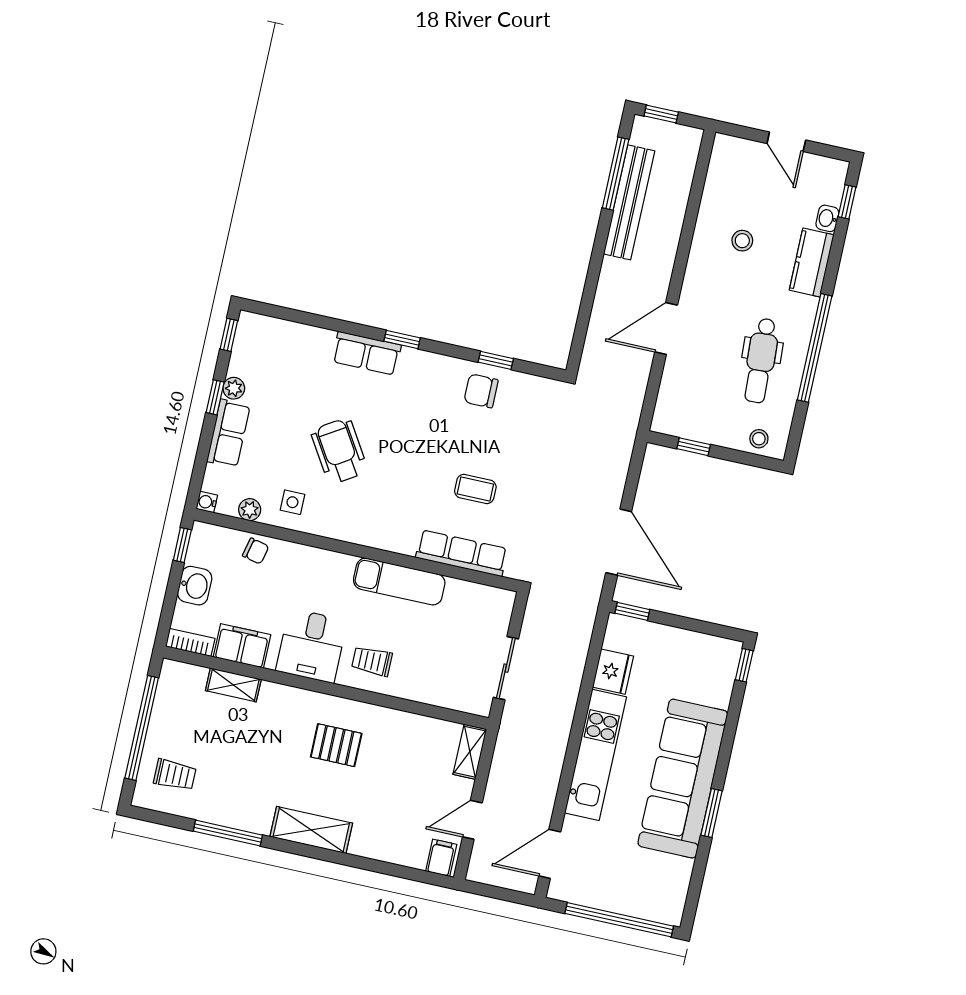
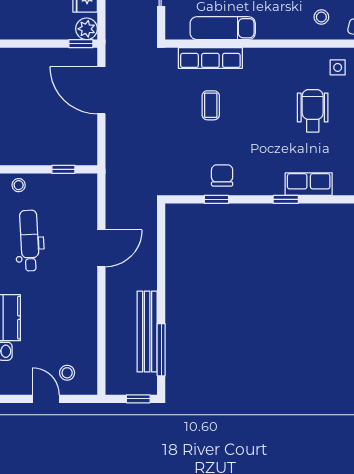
stool: (742, 241) -> (67, 373), moved
chair: (481, 391) -> (222, 175), turned -90
wheelchair: (339, 451) -> (313, 111), turned -148
coffee table: (475, 489) -> (211, 105), turned 90
stool: (299, 575) -> (321, 17), added
exam couch: (399, 582) -> (223, 28), moved
plant: (620, 630) -> (86, 29), added

